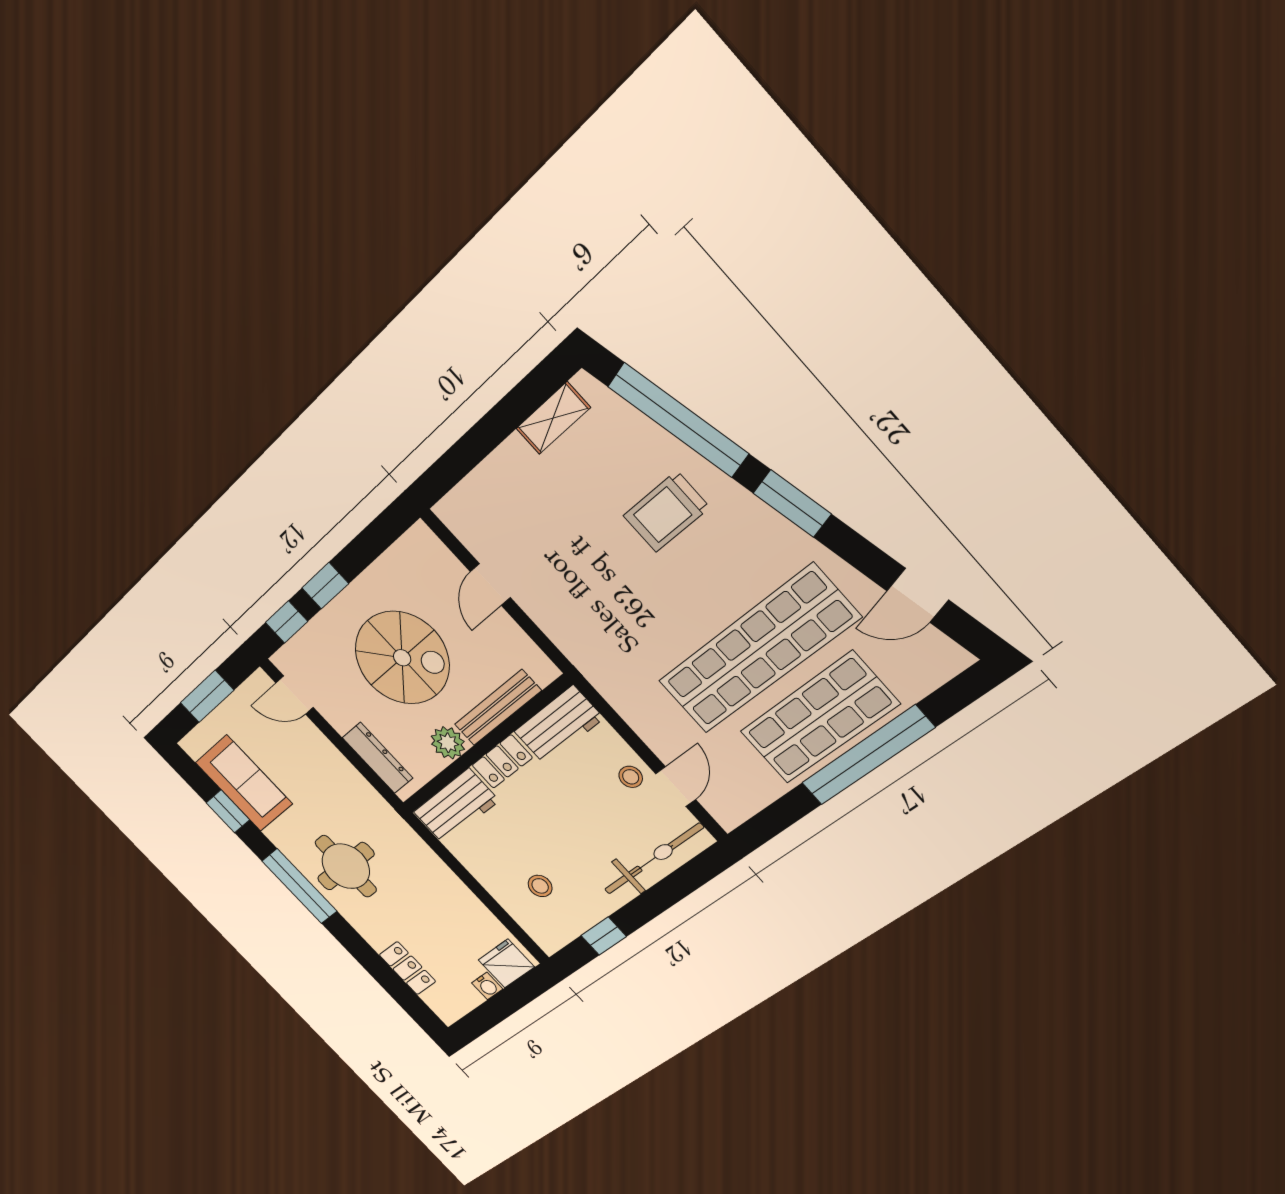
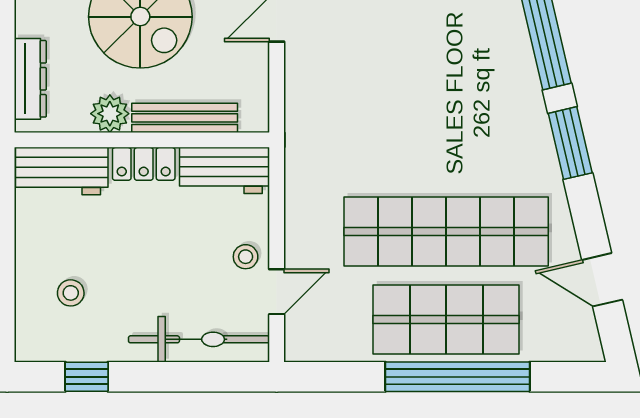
trolley: (666, 512) -> (471, 75), removed

